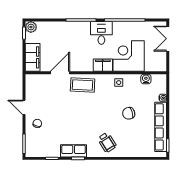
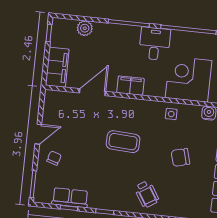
plant: (31, 27) -> (85, 28), moved
filing cabinet: (103, 65) -> (130, 86), moved
coffee table: (83, 85) -> (123, 142), moved
door: (24, 107) -> (38, 134), swing flipped
row of seats: (74, 151) -> (70, 198), moved

